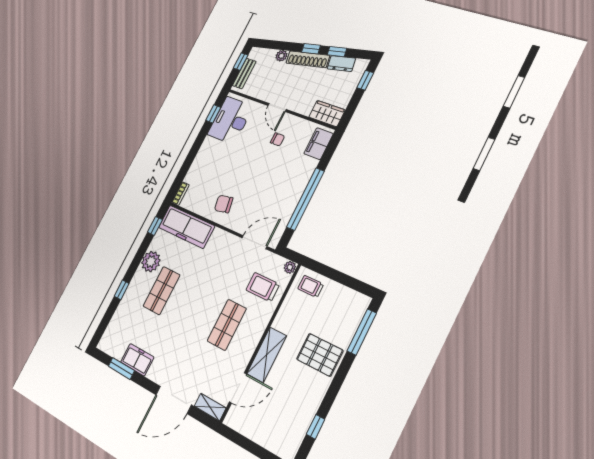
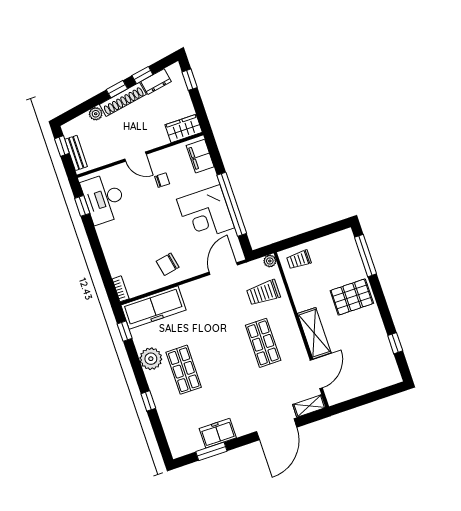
corner desk: (282, 190) -> (206, 214), added

